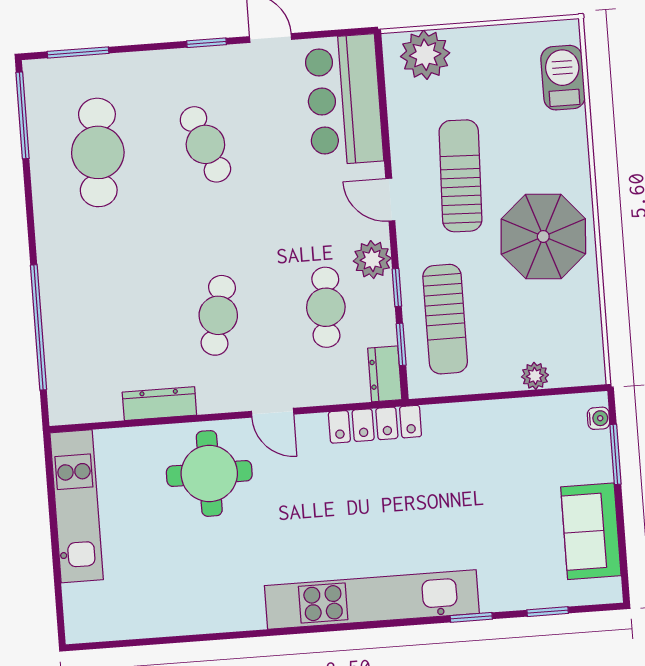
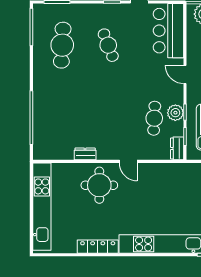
plant: (372, 260) -> (175, 113), moved
cafe table: (218, 315) -> (108, 118), removed
dresser: (159, 404) -> (85, 154), width x0.70
locker: (375, 424) -> (98, 247), moved, turned 180
kitchen unit: (77, 506) -> (42, 207), width x1.36

